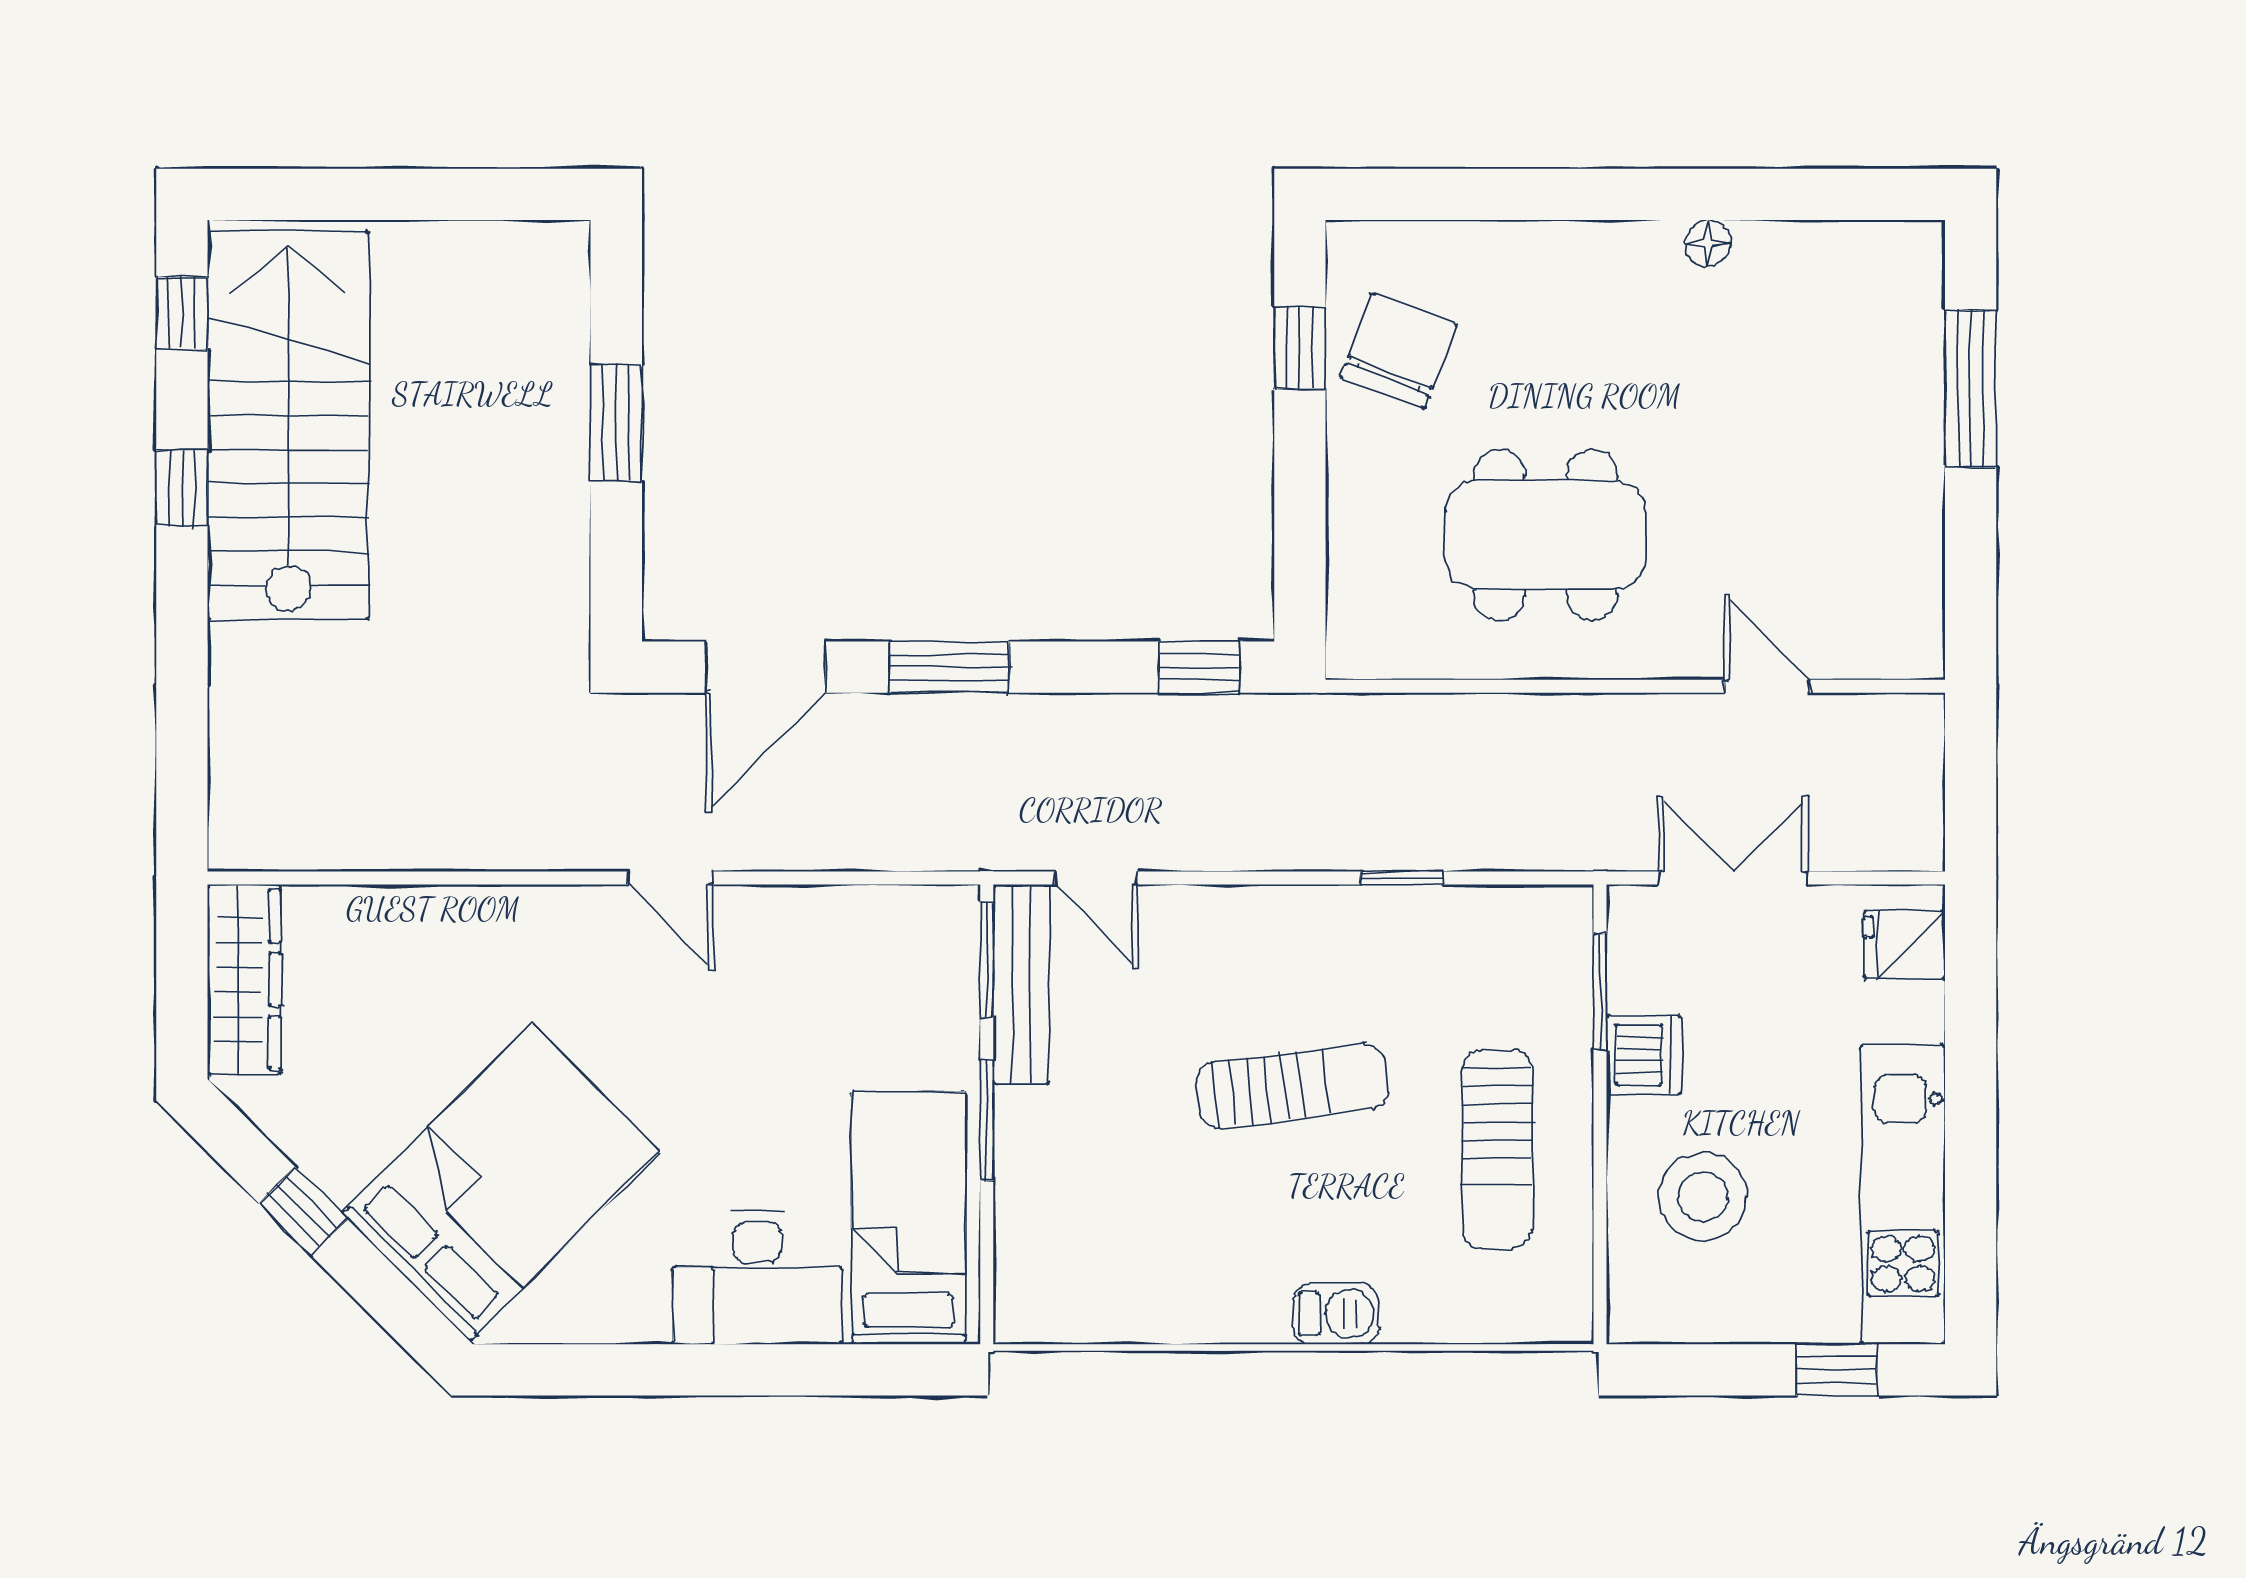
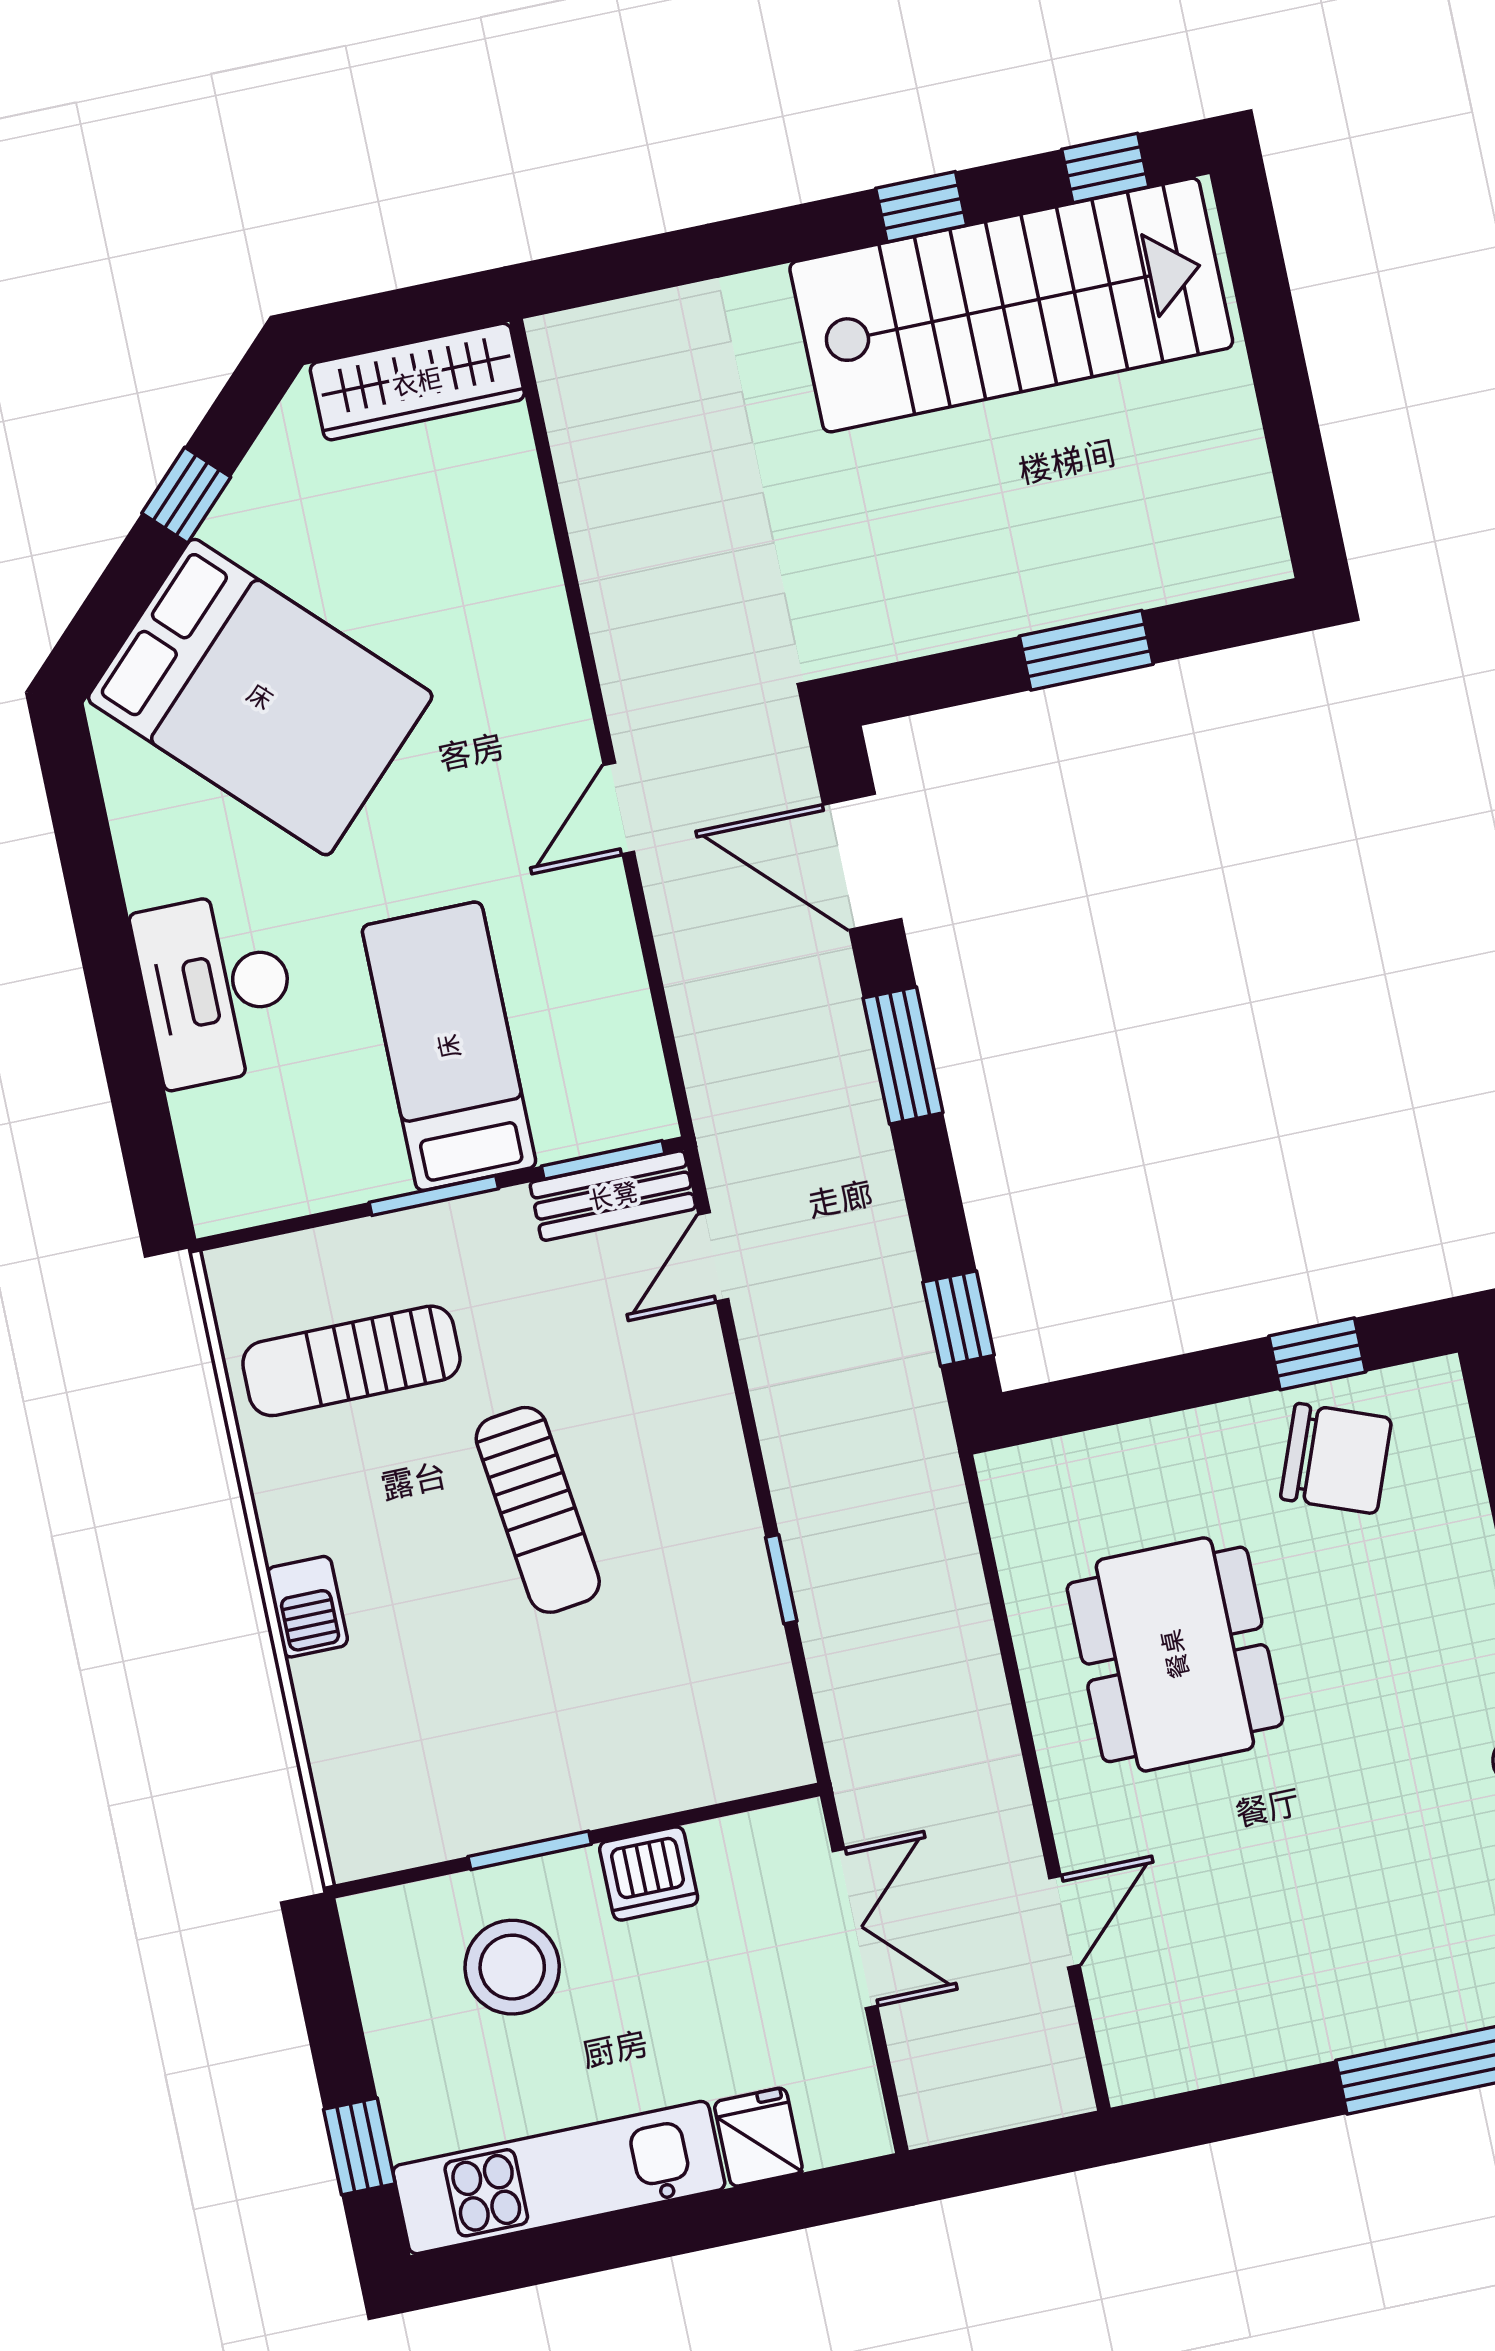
fridge: (1904, 945) -> (758, 2137), moved
bench: (1021, 984) -> (613, 1196), width x0.73
window: (1600, 992) -> (530, 1850), moved
sun lounger: (1497, 1149) -> (351, 1361), moved
bed: (909, 1218) -> (449, 1046), moved, turned -90

